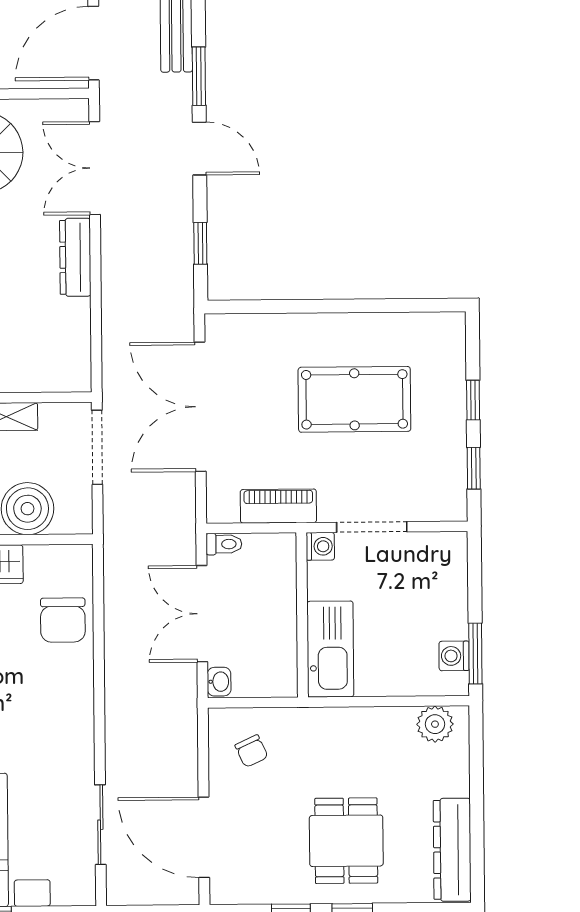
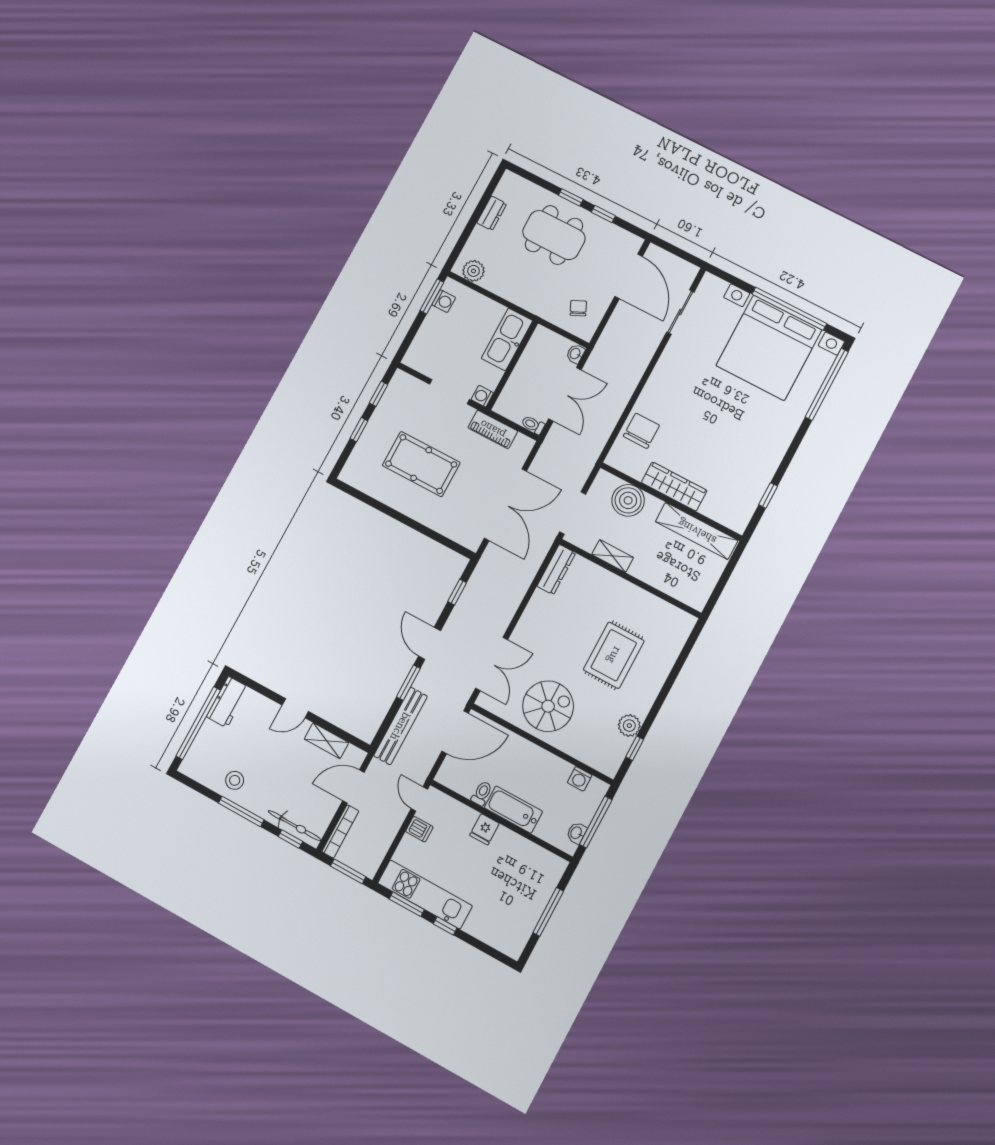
dresser: (75, 257) -> (556, 570), moved
dining table: (346, 841) -> (554, 235), width x1.38
dresser: (452, 850) -> (492, 213), width x0.51, depth x0.80

